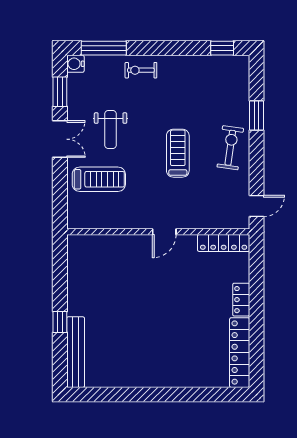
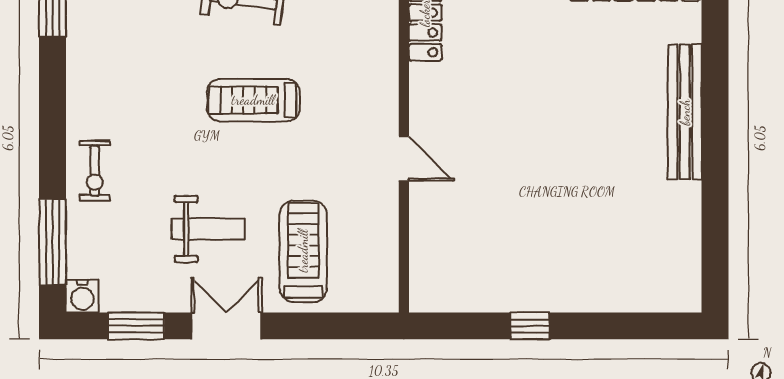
door: (164, 232) -> (404, 159), moved
window: (60, 322) -> (530, 326), moved
bench: (76, 352) -> (685, 112), moved, turned 90

